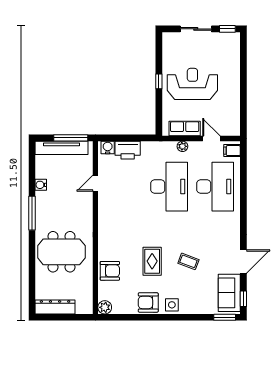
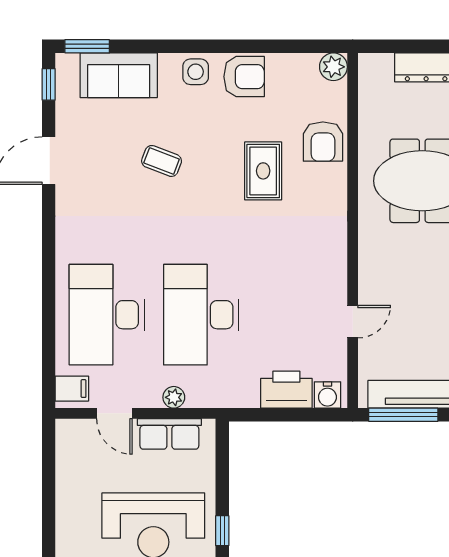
rug: (152, 261) -> (263, 171), moved
armchair: (110, 271) -> (323, 142), turned -90
sofa: (229, 293) -> (119, 75), moved, turned 90

